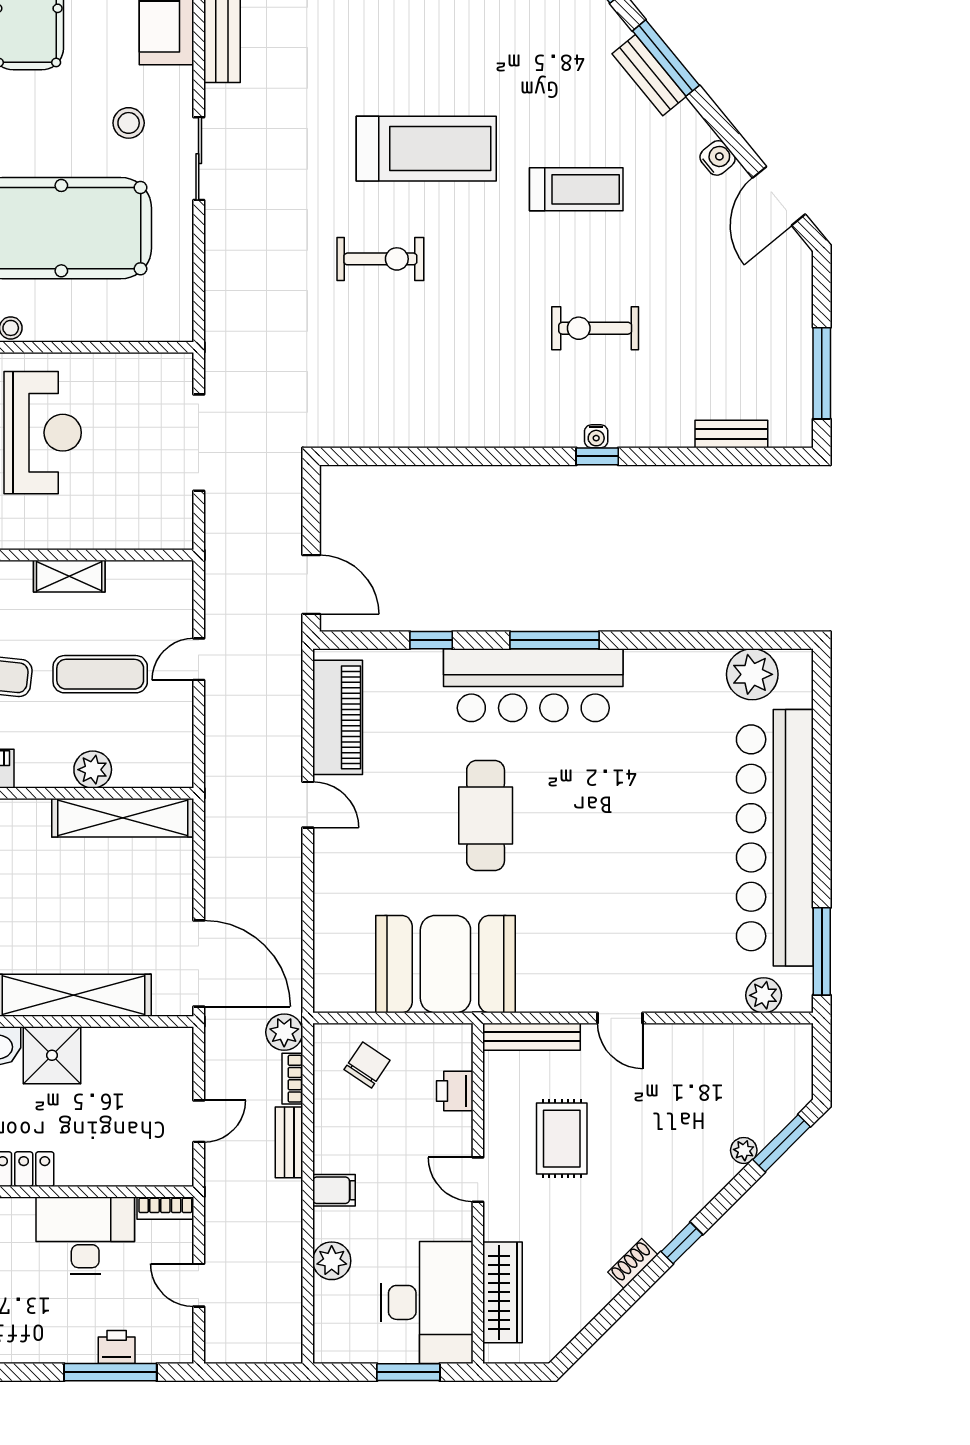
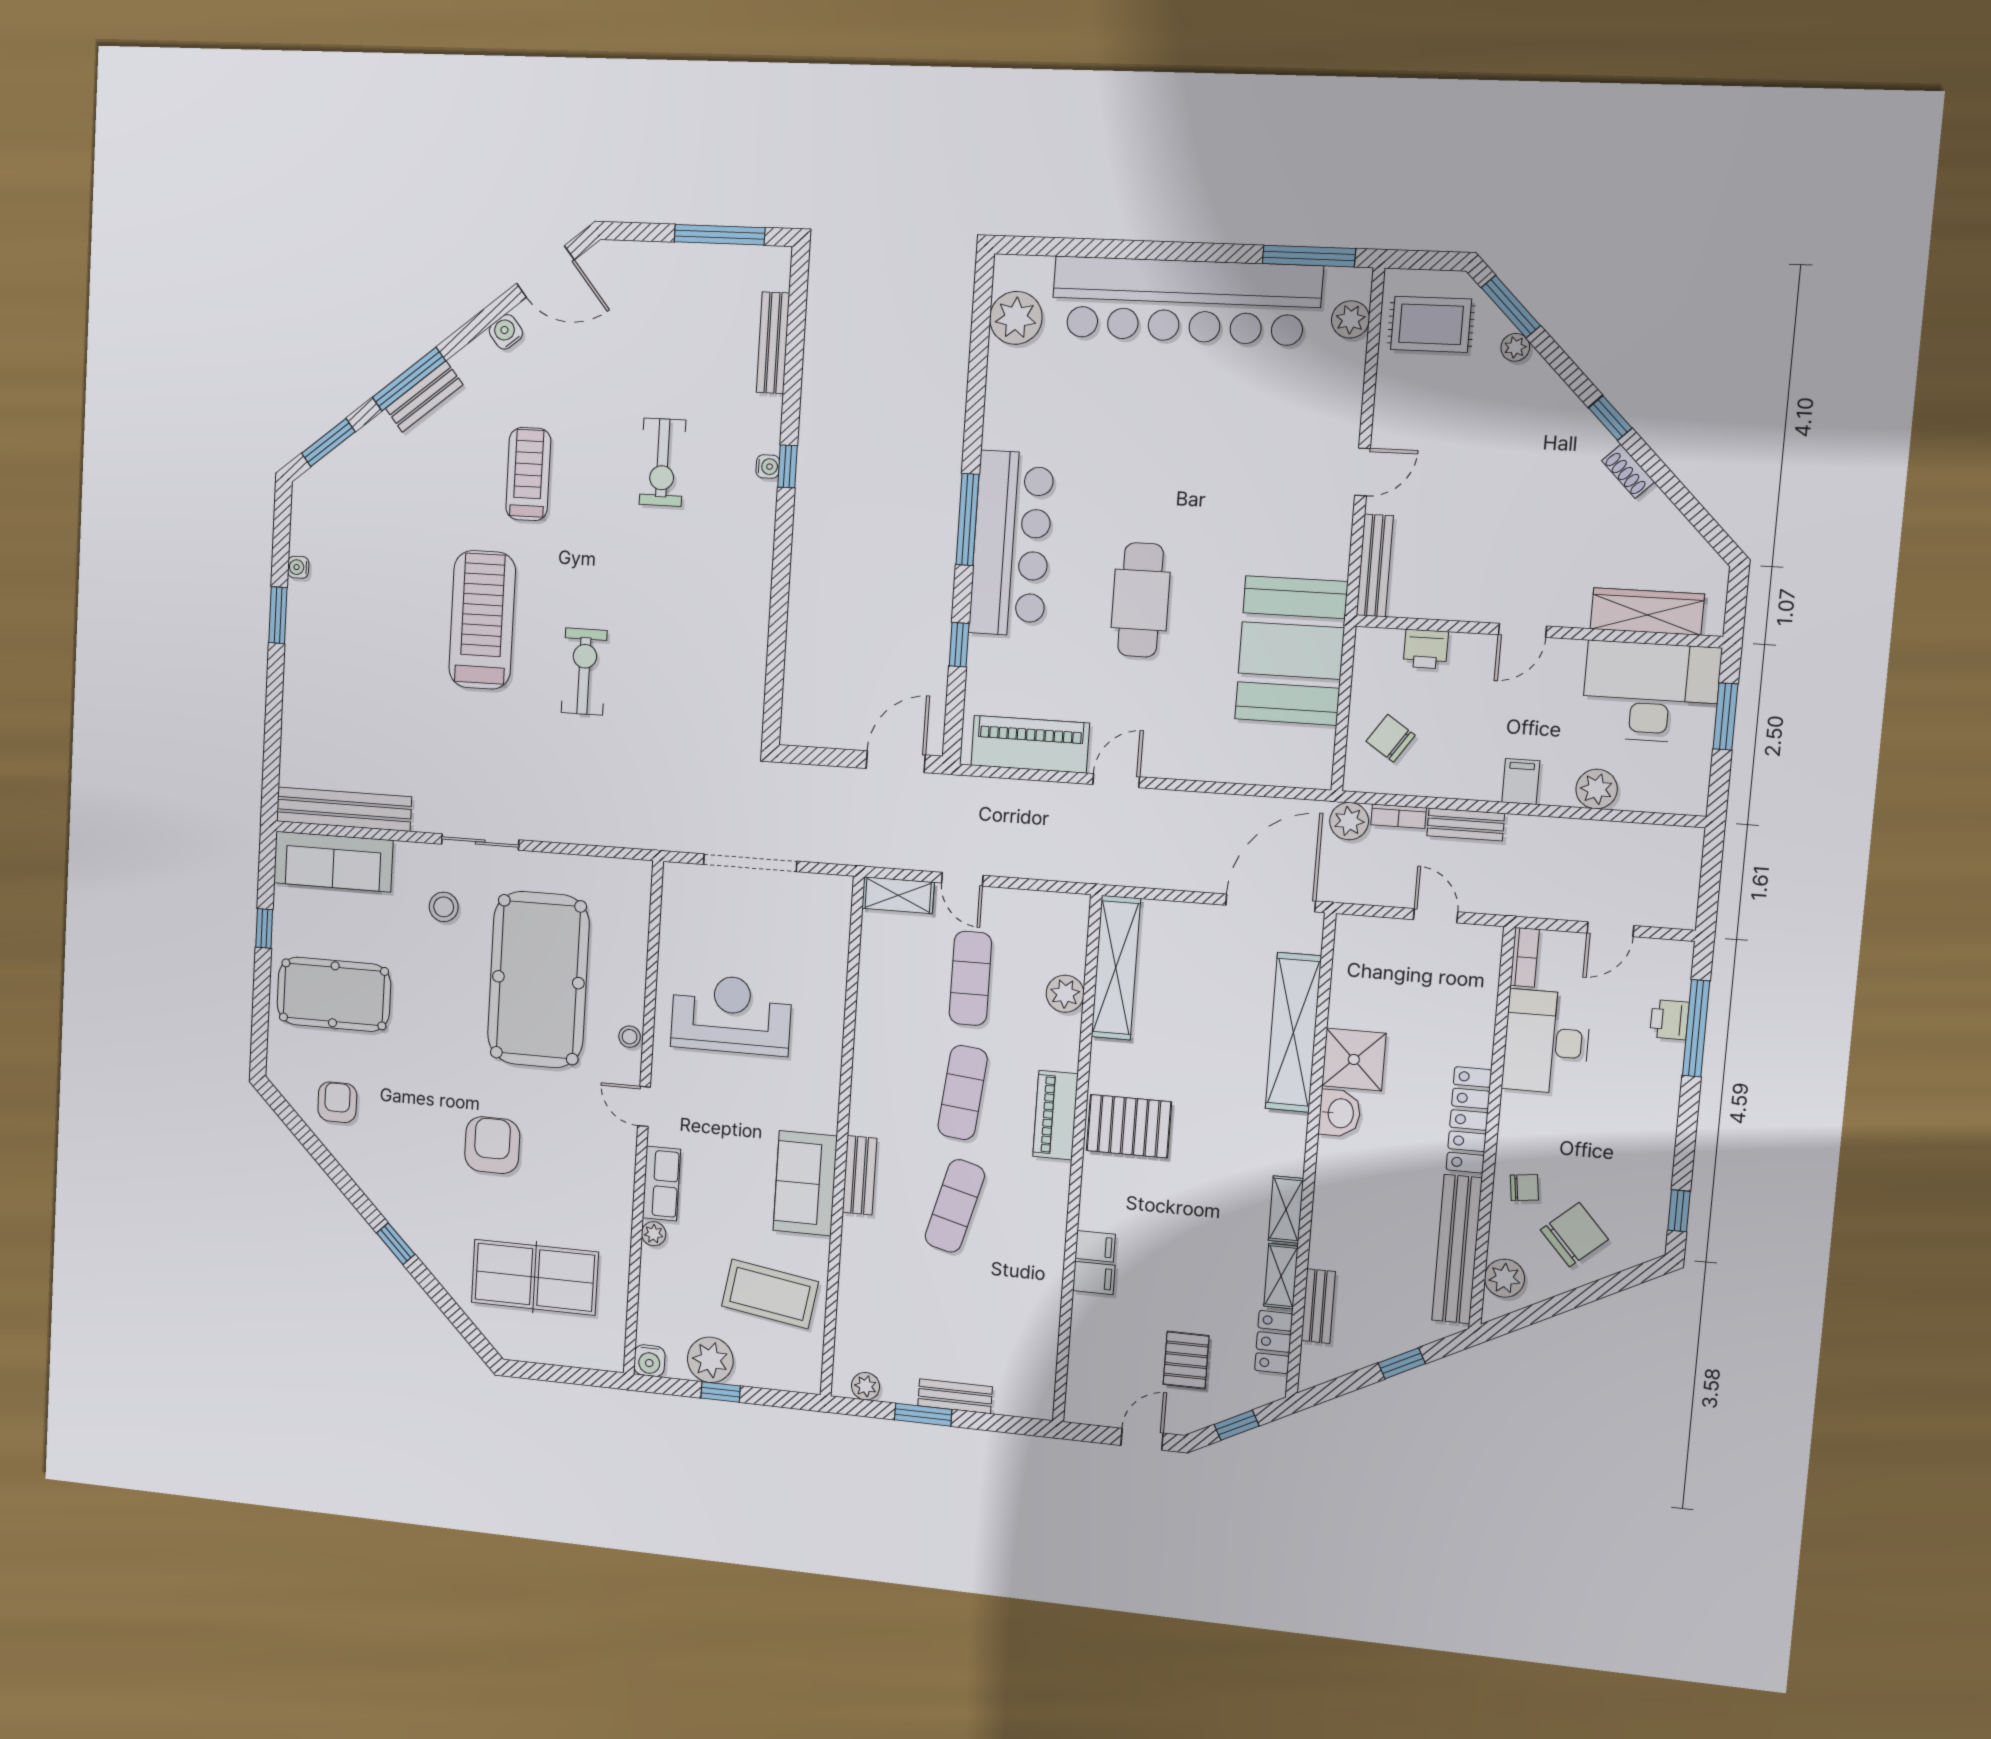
bench: (731, 434) -> (773, 343), width x1.36
shelving: (69, 576) -> (898, 895), moved, turned 90
cafe table: (486, 815) -> (1141, 600), turned 90
rug: (562, 1139) -> (1431, 324), moved

